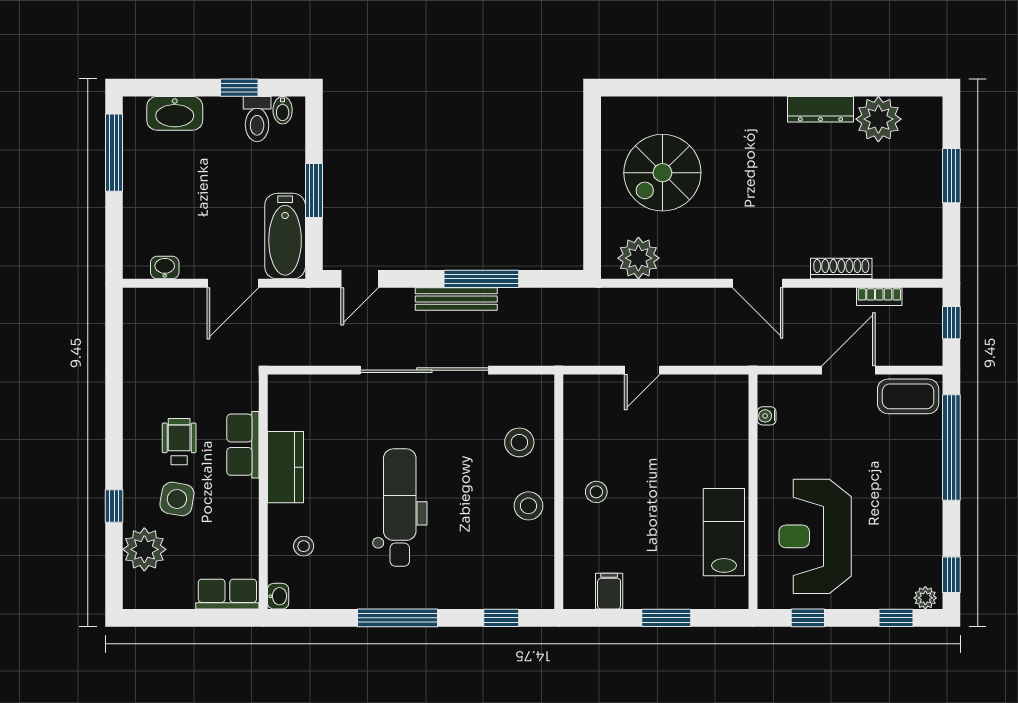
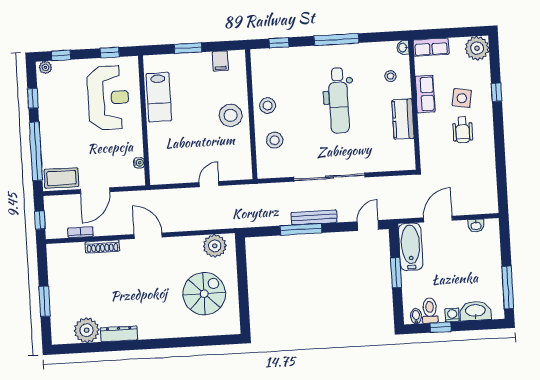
washing machine: (217, 109) -> (452, 315), added
row of seats: (243, 445) -> (425, 94), moved
stool: (596, 492) -> (231, 115), width x1.89, depth x1.89
plant: (144, 549) -> (477, 48), moved
window: (951, 575) -> (33, 98), moved

